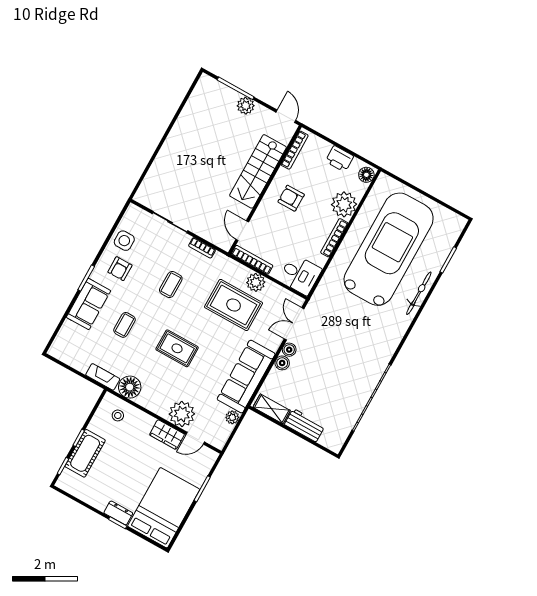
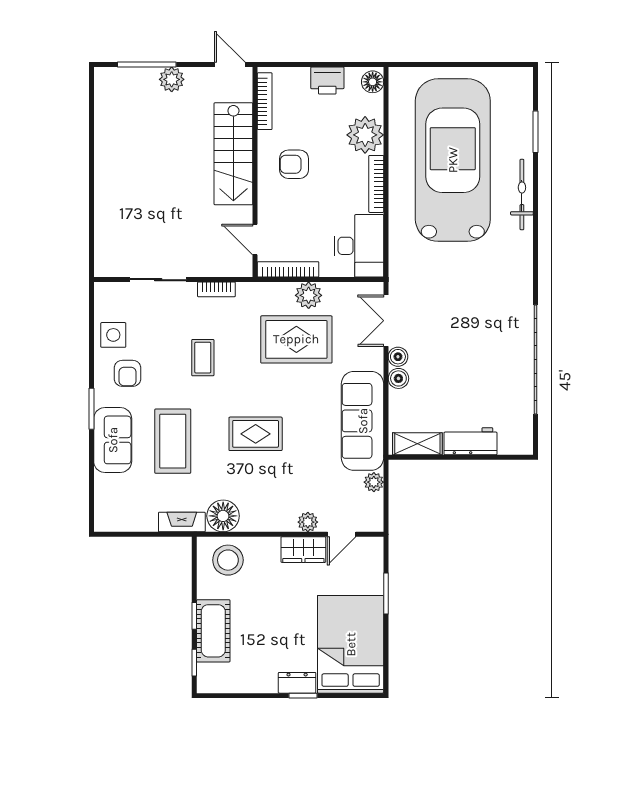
desk: (300, 275) -> (359, 246), width x1.37
coffee table: (125, 325) -> (173, 441), width x1.86, depth x1.72
plant: (182, 414) -> (308, 522), width x0.53, depth x0.53
stool: (118, 415) -> (228, 560), width x1.89, depth x1.89

